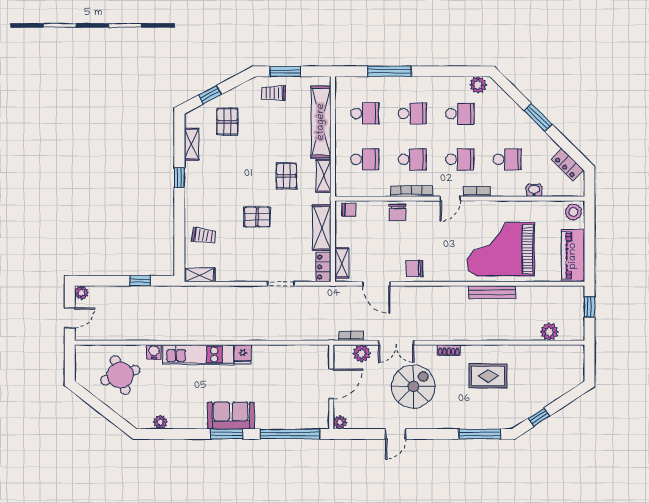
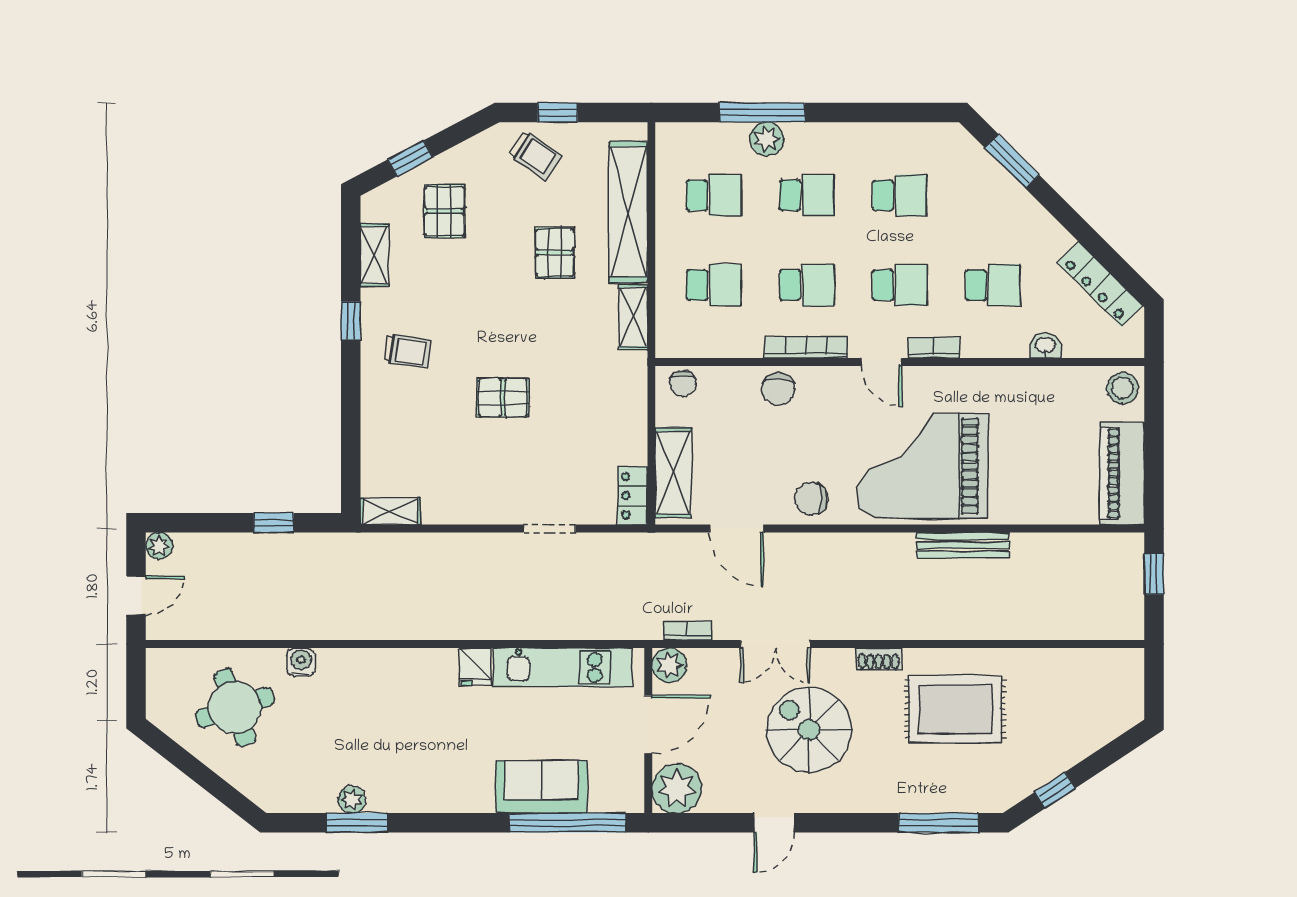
window: (285, 71) -> (558, 113), width x0.67
plant: (478, 85) -> (767, 139), moved
trolley: (274, 93) -> (535, 155), turned -146
window: (538, 117) -> (1012, 161), moved
locker: (567, 165) -> (1100, 284), width x1.53
pallet: (286, 176) -> (555, 253), moved
door: (450, 199) -> (881, 362), hinge flipped
chair: (349, 210) -> (683, 384), turned 90
shelving: (322, 228) -> (630, 419), removed
trolley: (204, 236) -> (408, 351), moved
grand piano: (501, 249) -> (922, 466), moved
shelving: (342, 263) -> (673, 473), width x1.50, depth x1.33
plant: (549, 332) -> (1075, 623), removed
plant: (362, 353) -> (669, 665), moved
kitchen unit: (198, 355) -> (563, 667), moved
rug: (488, 376) -> (955, 709), width x1.36, depth x1.43
spiral stairs: (413, 386) -> (809, 730), turned -90
sofa: (231, 416) -> (542, 787), moved
plant: (160, 422) -> (352, 800), moved
plant: (340, 422) -> (677, 789), width x1.87, depth x1.87
window: (227, 434) -> (357, 823), moved

